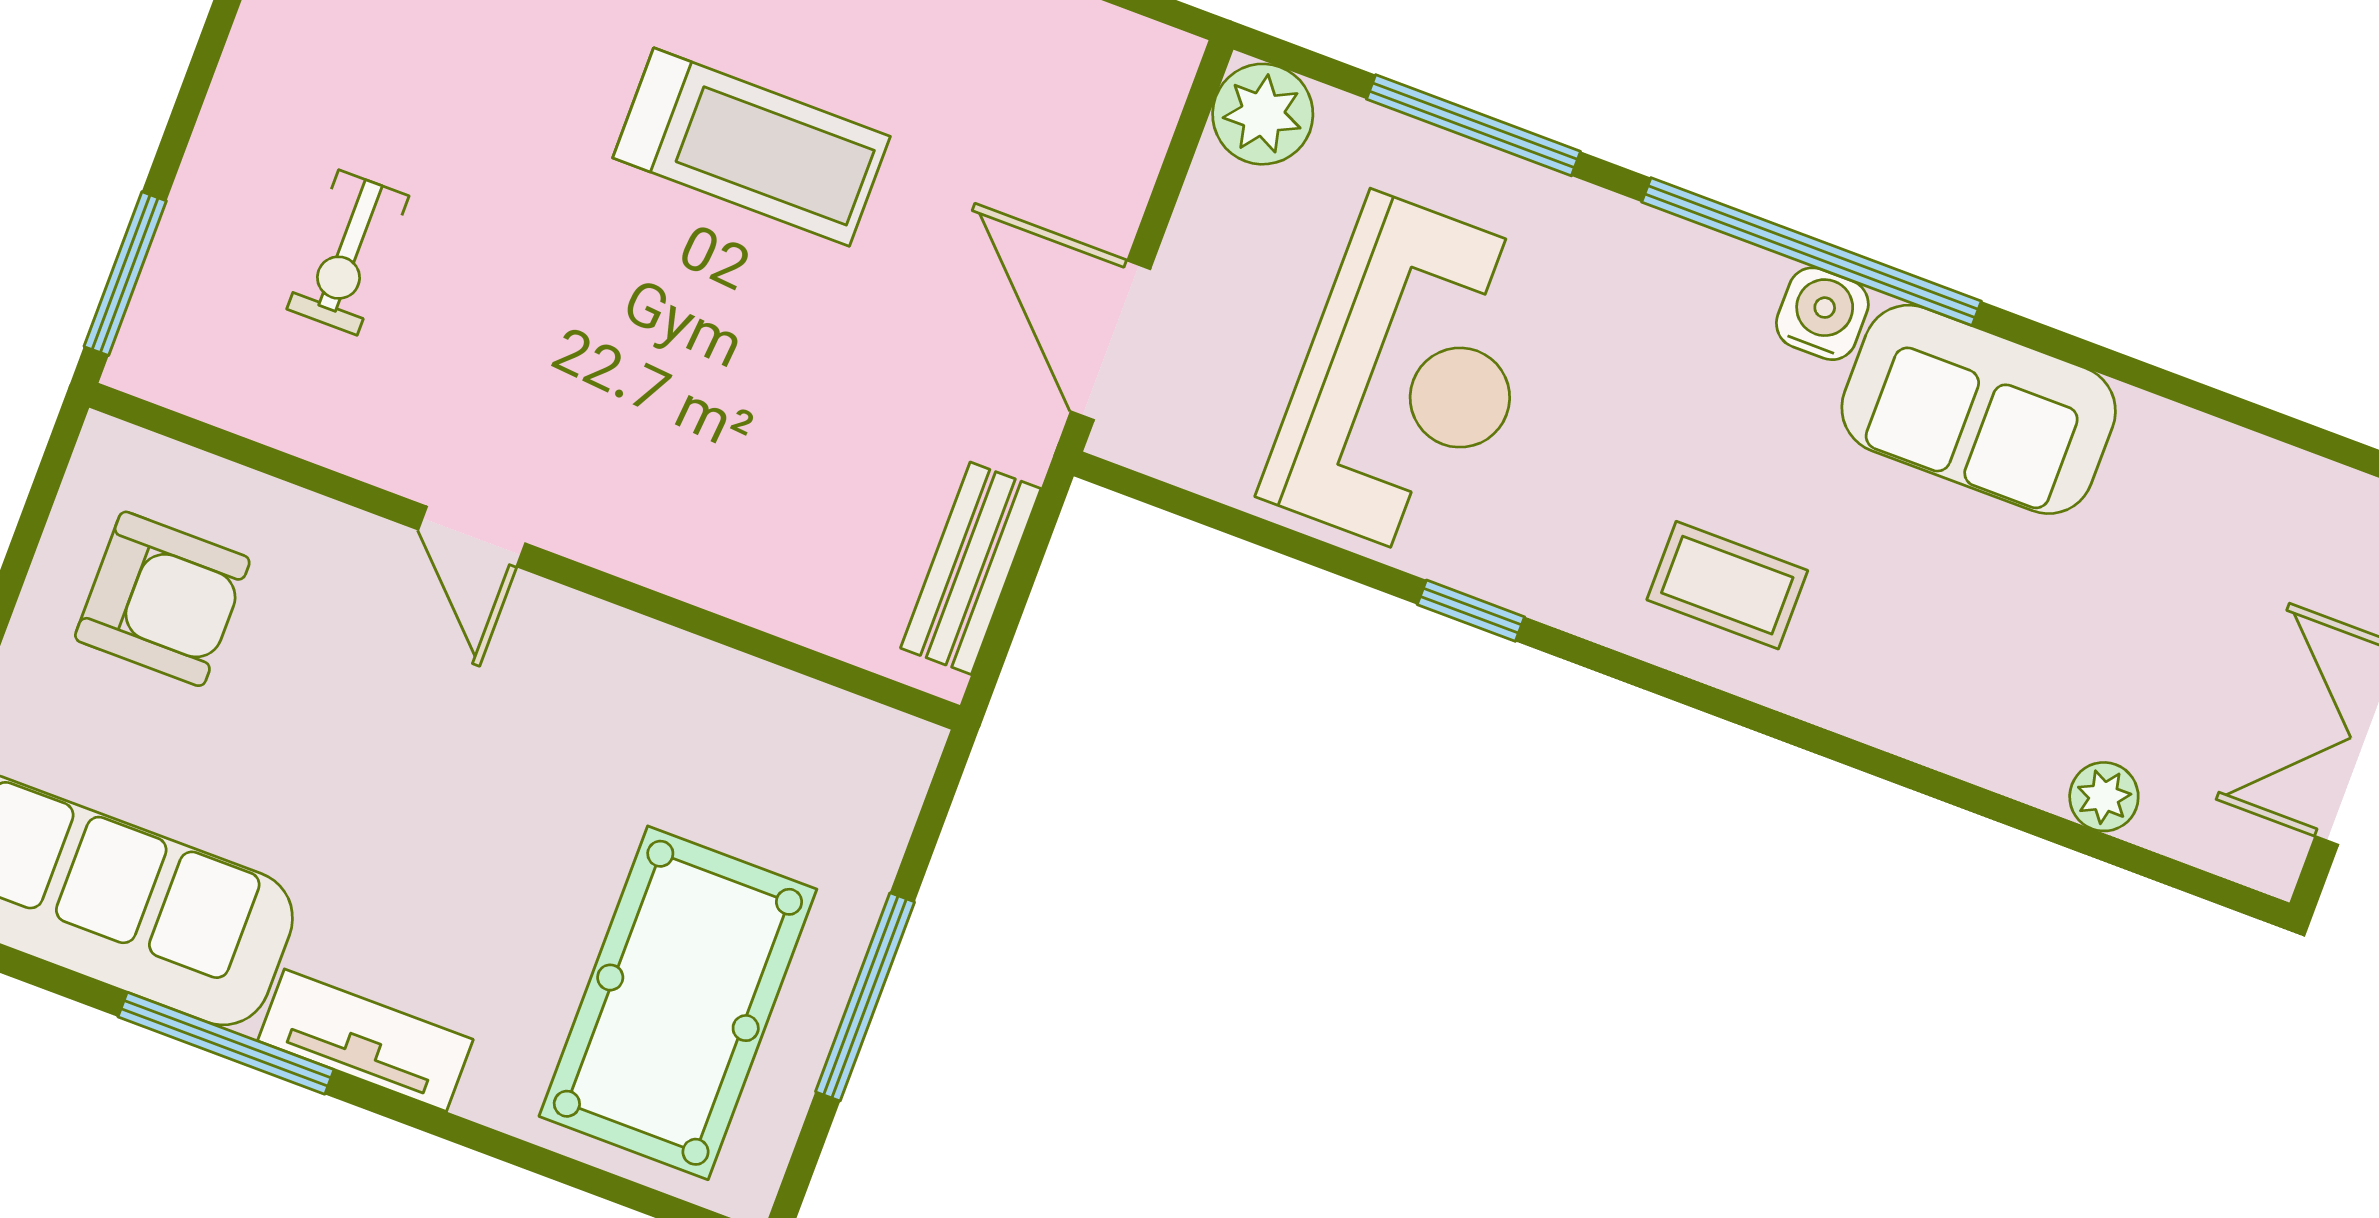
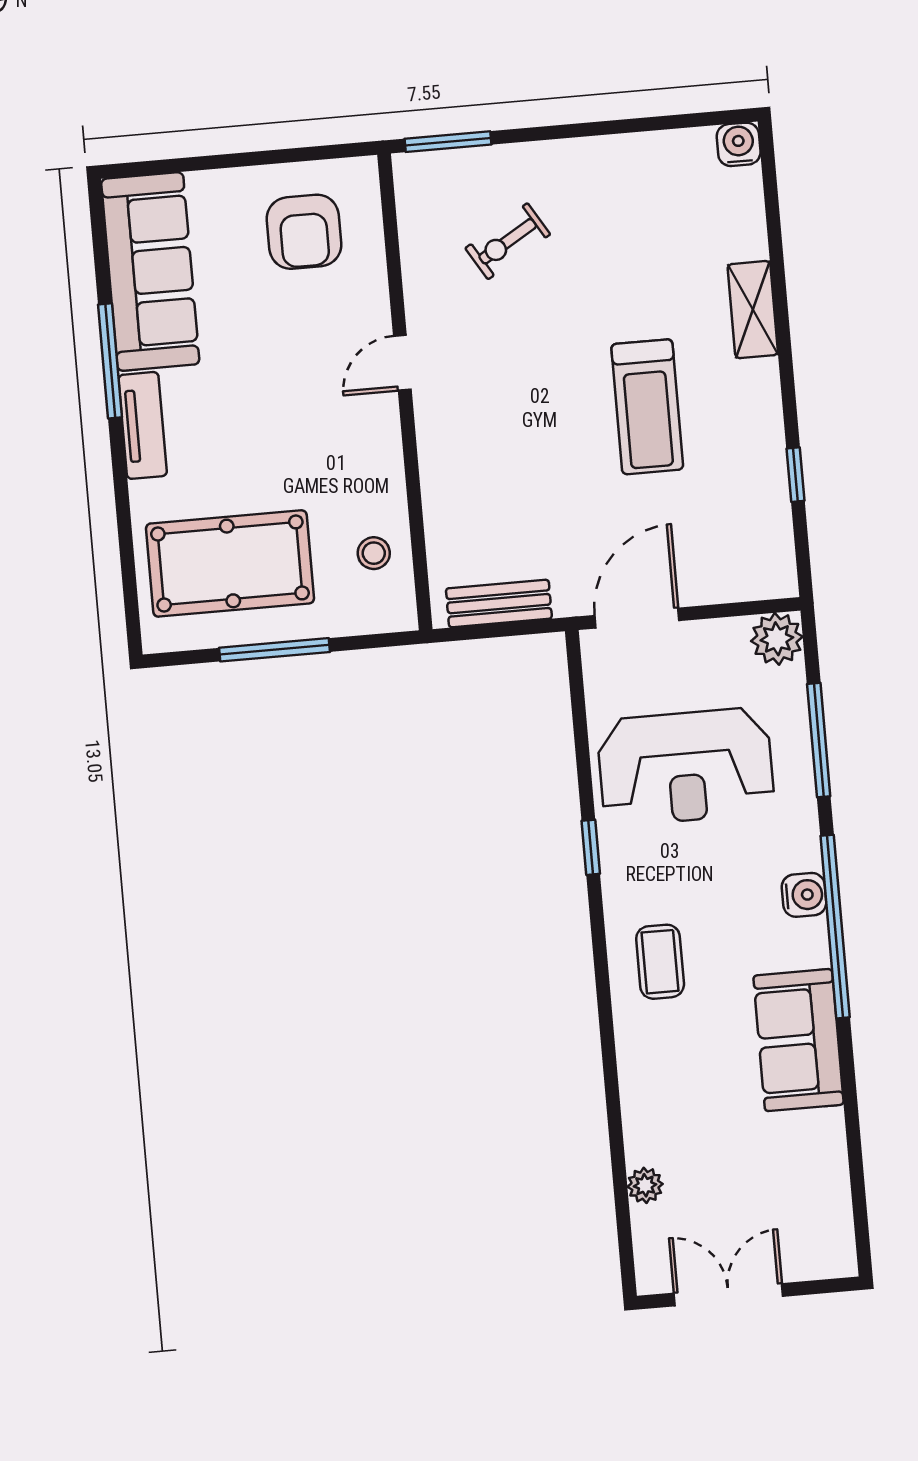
exercise bike: (348, 252) -> (508, 241), turned -31
water cooler: (1822, 314) -> (804, 895), moved
stool: (779, 744) -> (374, 553), added

